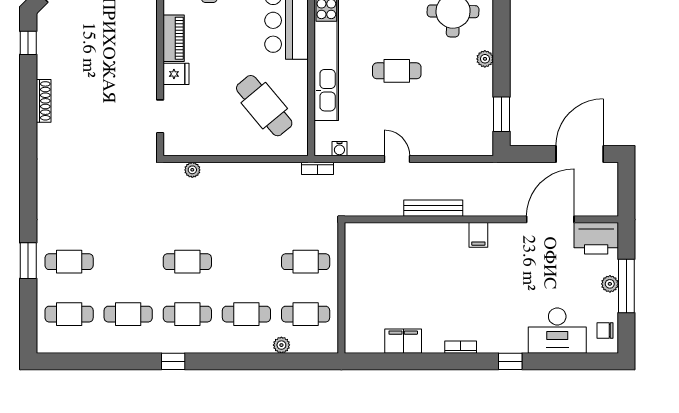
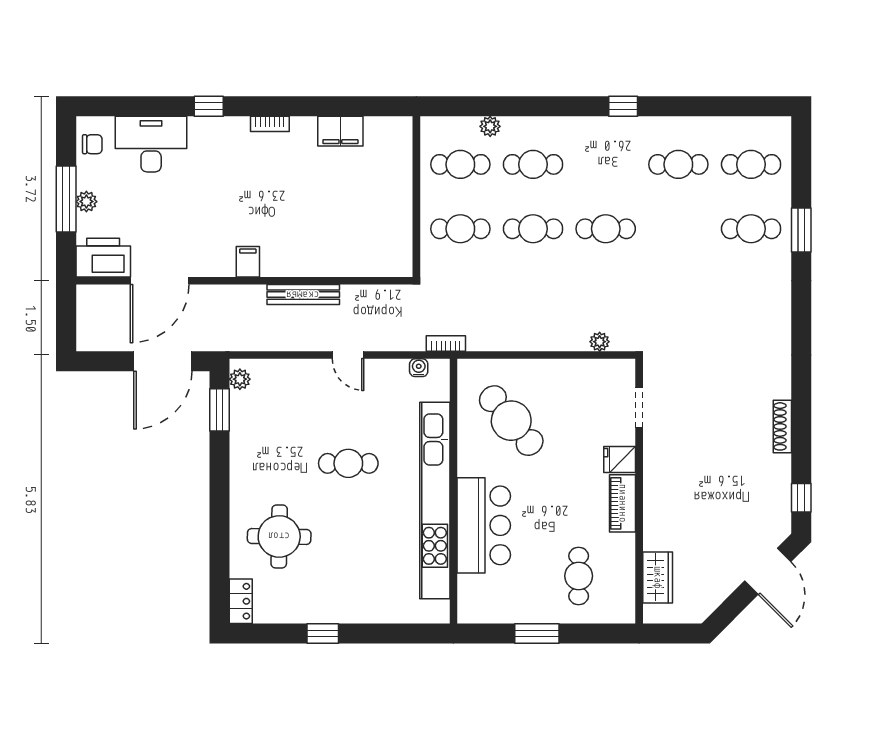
plant: (485, 59) -> (240, 379), moved
door: (580, 154) -> (163, 361), moved
cafe table: (187, 314) -> (533, 229), moved

